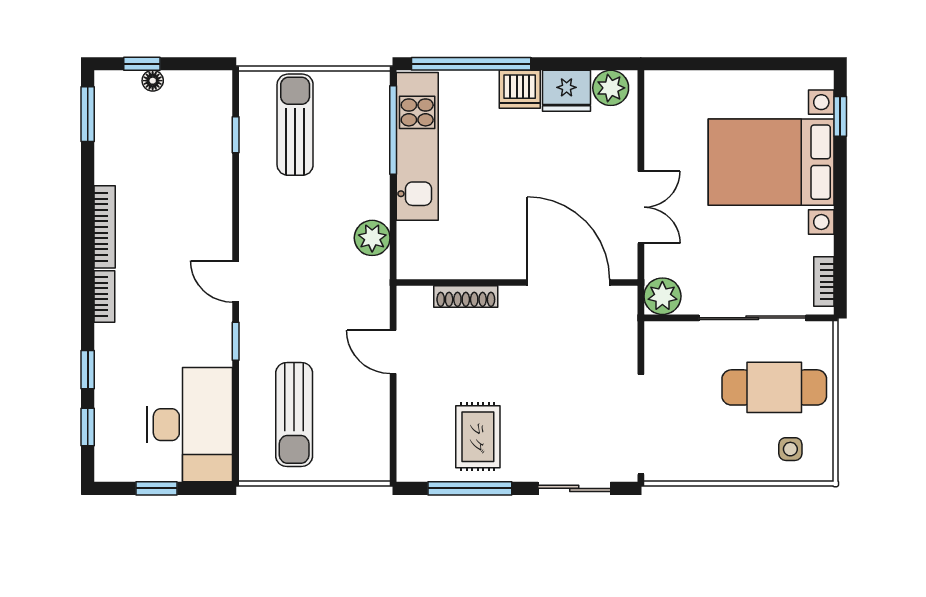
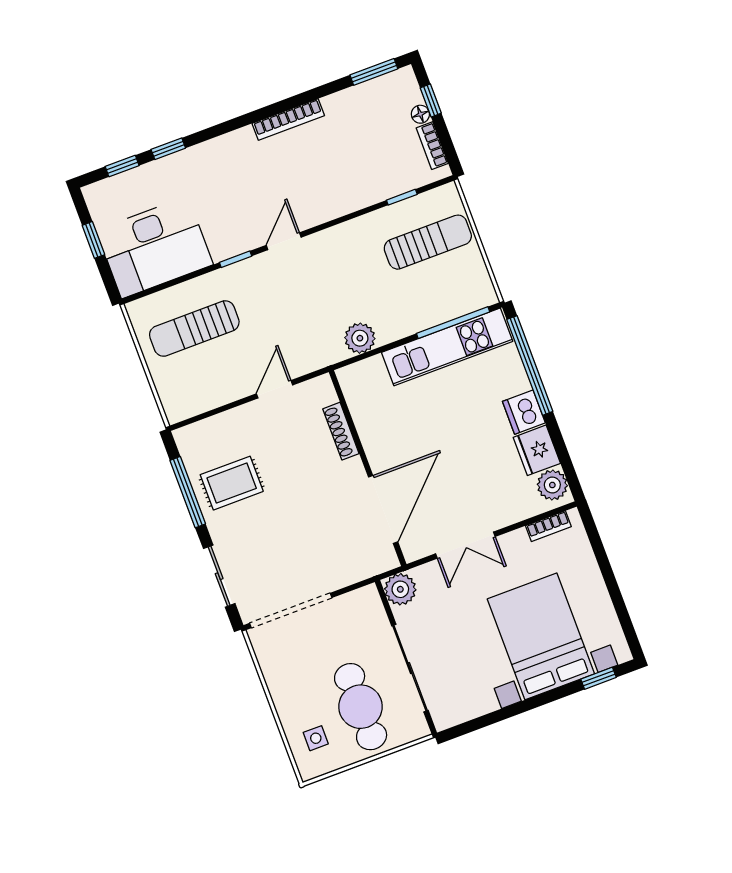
bookcase: (824, 282) -> (548, 526), moved, turned 180
bookcase: (104, 297) -> (432, 146), moved, turned 90

